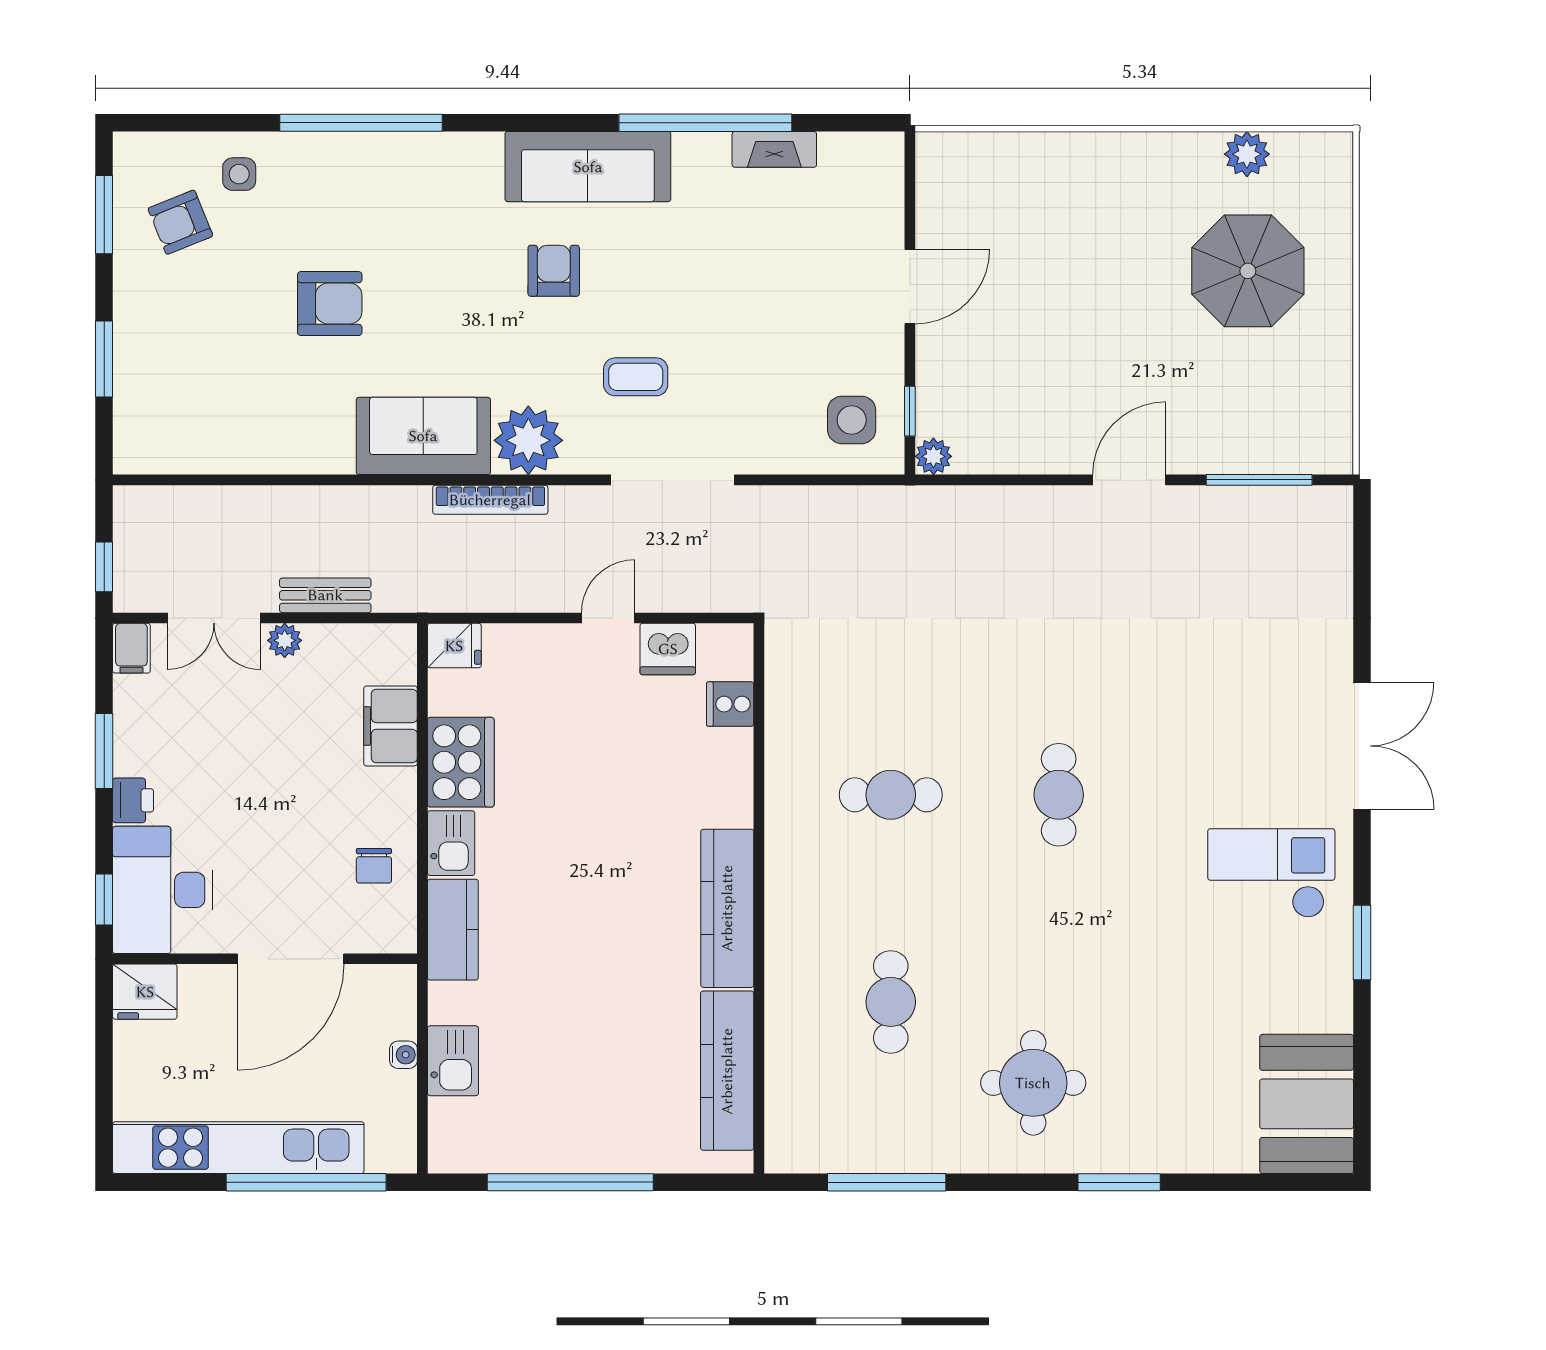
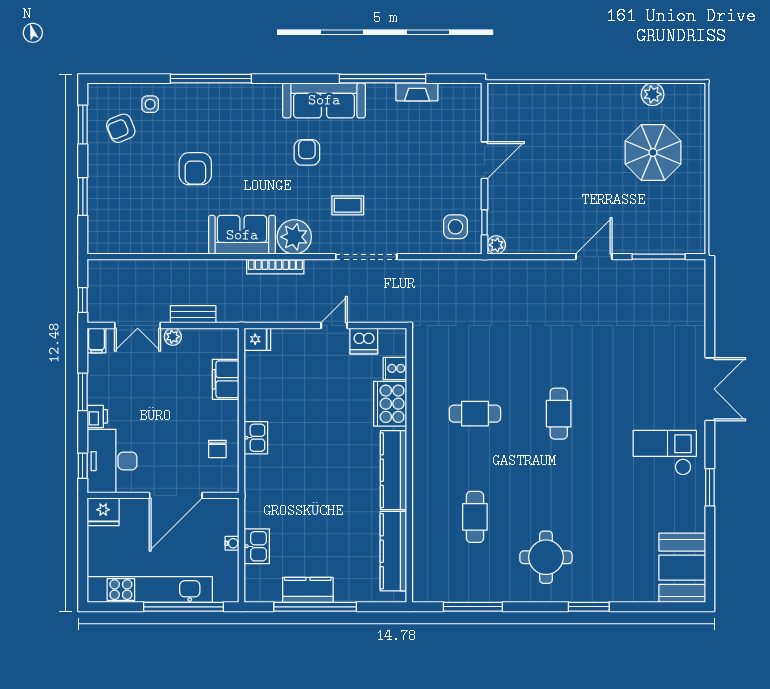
armchair: (330, 304) -> (195, 169), turned 90
cooker: (461, 762) -> (390, 404), moved, turned 180
kitchen counter: (453, 930) -> (308, 590), moved, turned -90

